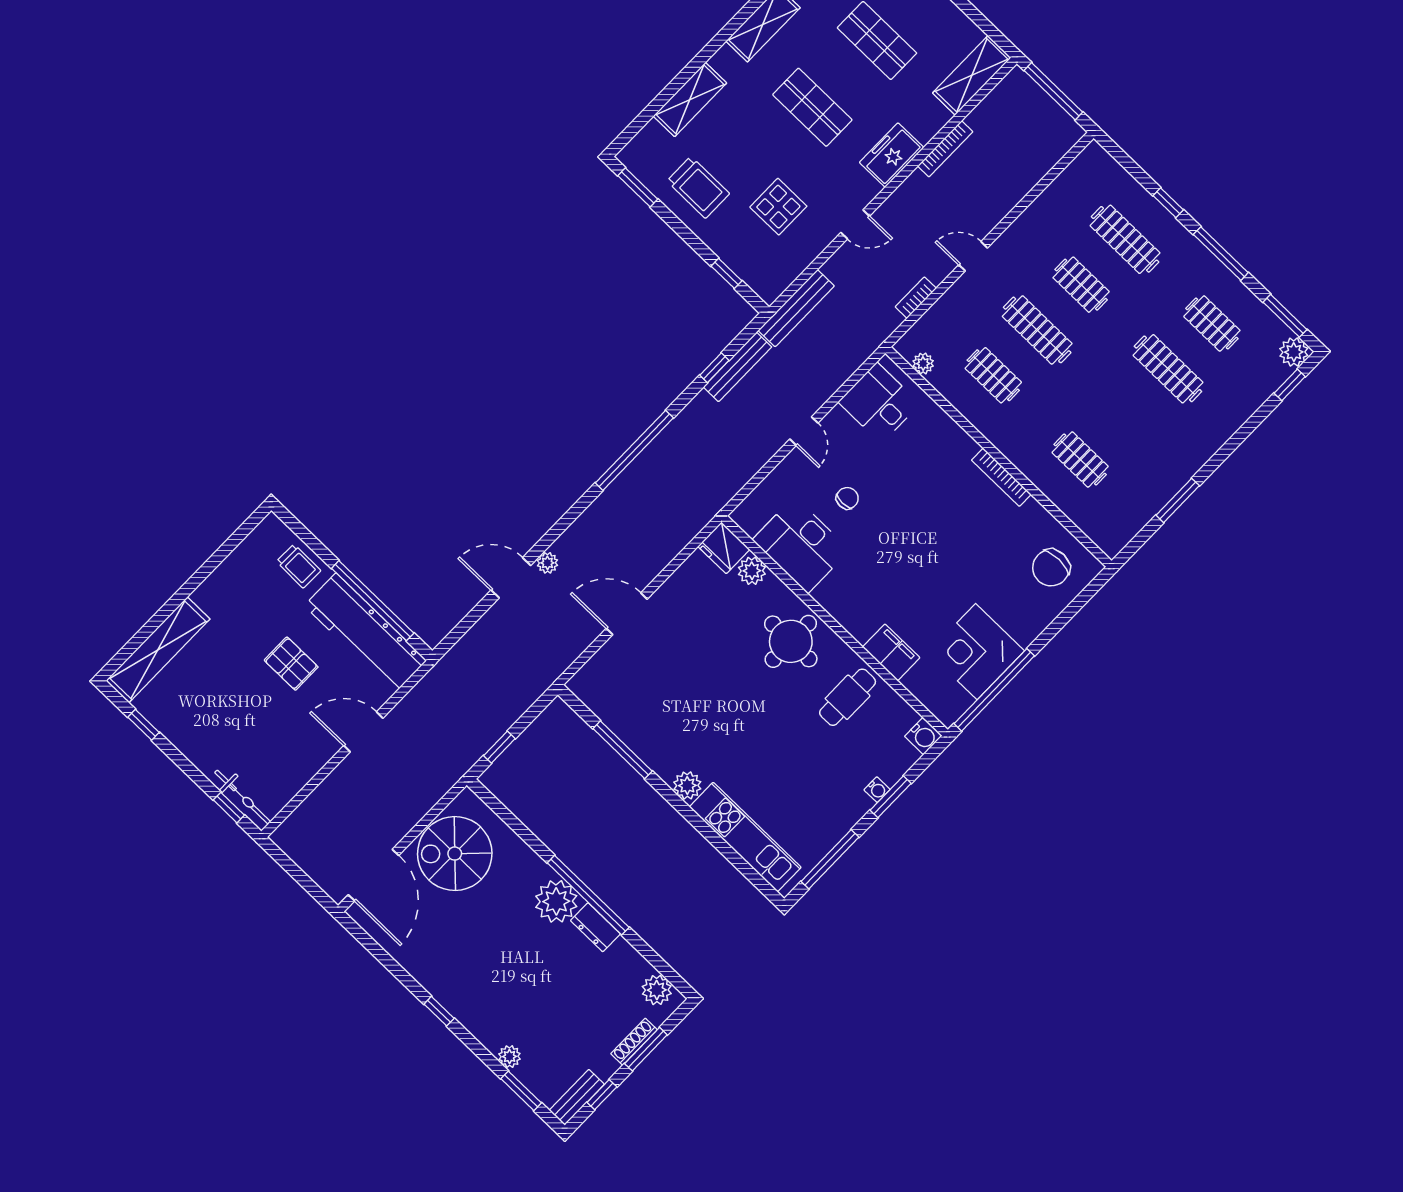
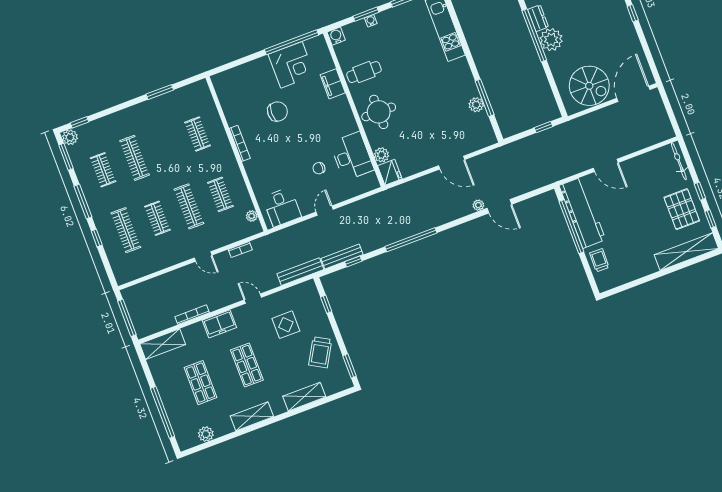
trolley: (698, 187) -> (320, 352), turned -150
chair: (1051, 568) -> (277, 111), moved
pallet: (291, 664) -> (682, 209), moved, width x1.50, depth x1.42
plant: (687, 786) -> (476, 105), moved
window: (229, 808) -> (700, 191), moved

